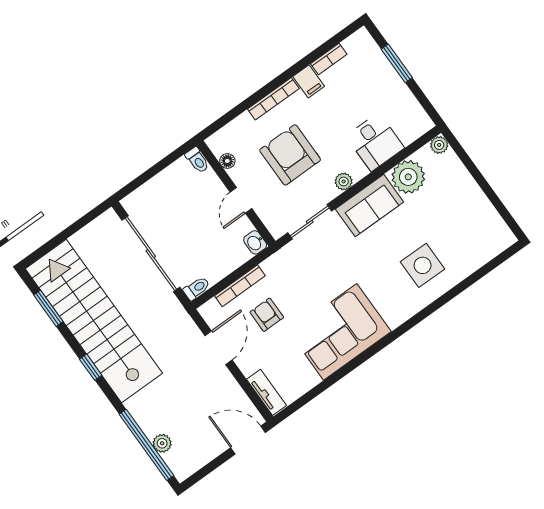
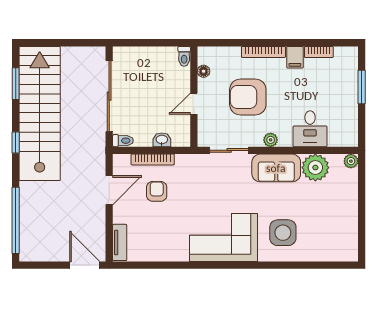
armchair: (290, 155) -> (248, 97), turned -90
washbasin: (255, 242) -> (162, 140), moved, turned 90
corner sofa: (340, 332) -> (224, 238), moved
plant: (162, 443) -> (27, 227), removed

